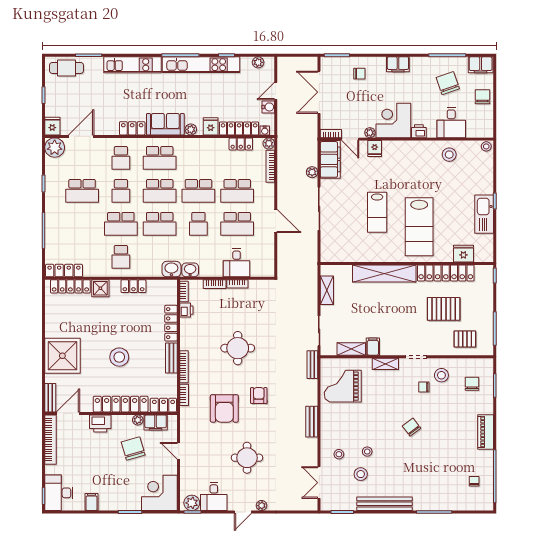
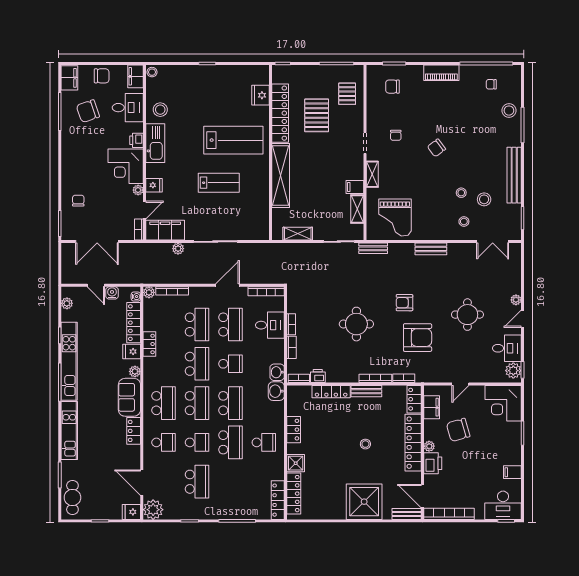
filing cabinet: (398, 64) -> (136, 76), moved, turned 180
chair: (483, 97) -> (102, 76), turned 180
locker: (241, 144) -> (149, 344), moved
kitchen sink: (484, 214) -> (155, 143), moved, turned -90
bookcase: (270, 259) -> (266, 291), added
stool: (119, 357) -> (365, 444), width x0.53, depth x0.53
stool: (441, 375) -> (509, 111), moved
plant: (138, 420) -> (429, 446), moved
door: (243, 512) -> (523, 319), swing flipped

